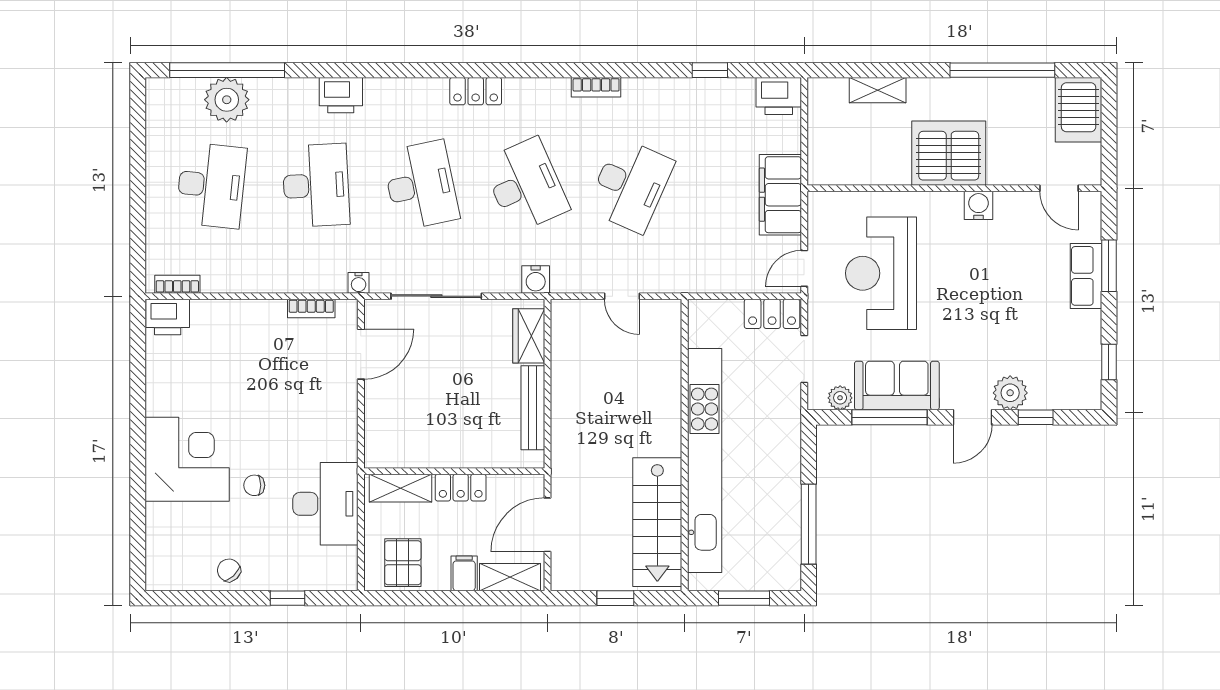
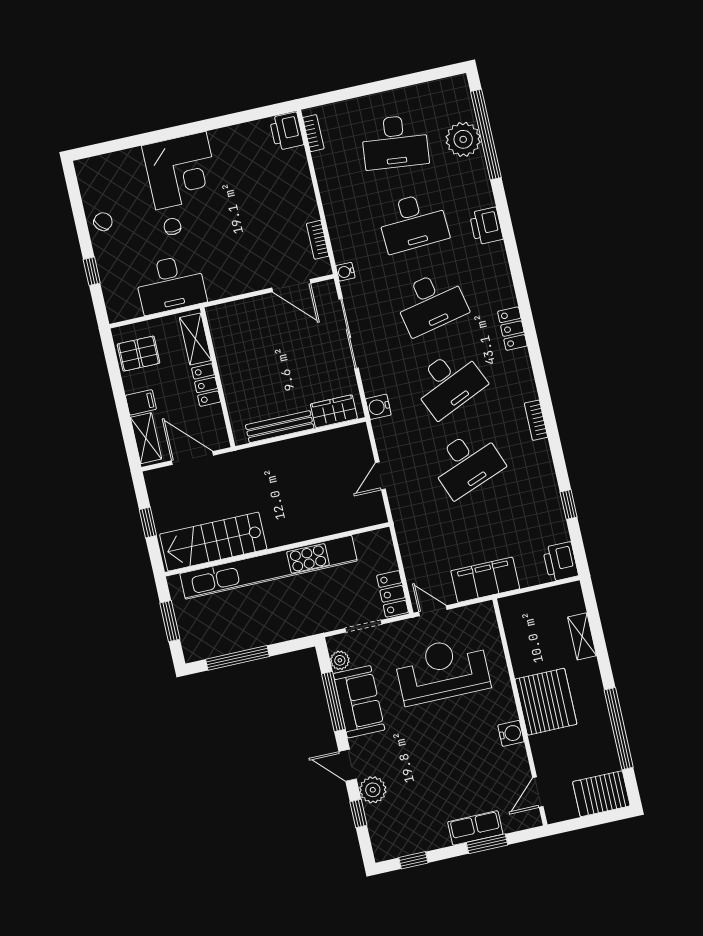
desk: (630, 185) -> (467, 463), turned -45

